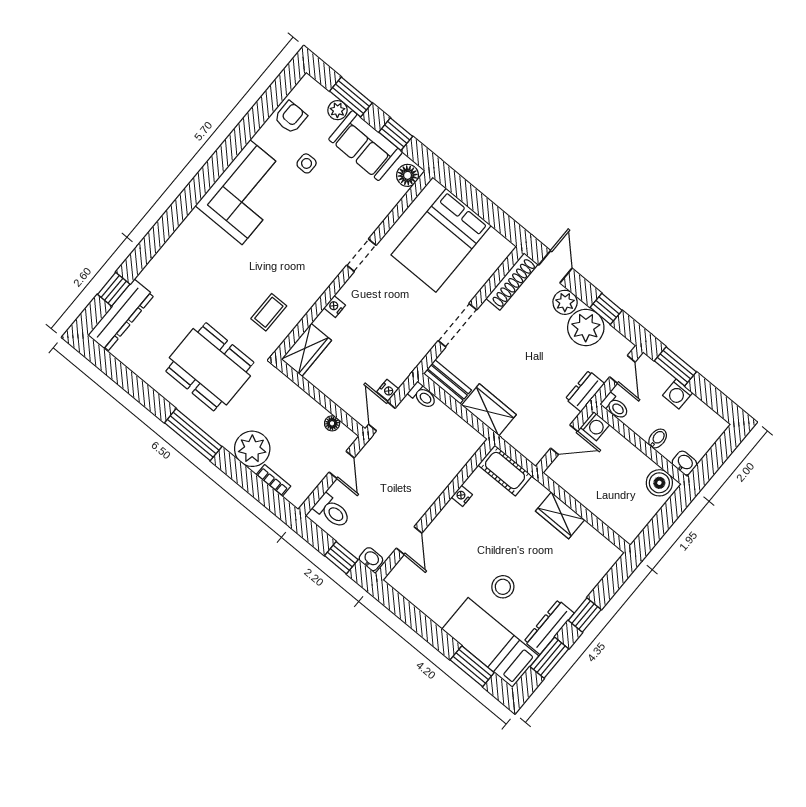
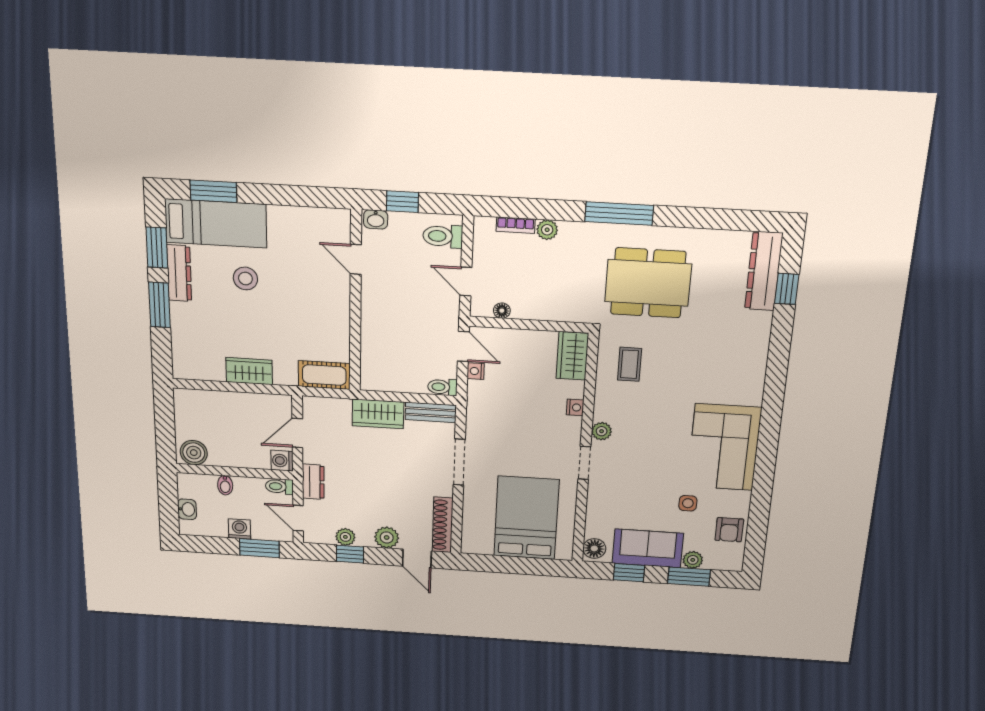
plant: (329, 272) -> (602, 431), added
plant: (586, 327) -> (345, 537), width x0.53, depth x0.53
plant: (252, 449) -> (547, 230), width x0.53, depth x0.53
washbasin: (684, 463) -> (187, 509), moved, turned -90
nightstand: (462, 496) -> (342, 329), removed
window: (585, 615) -> (159, 305), width x1.50

